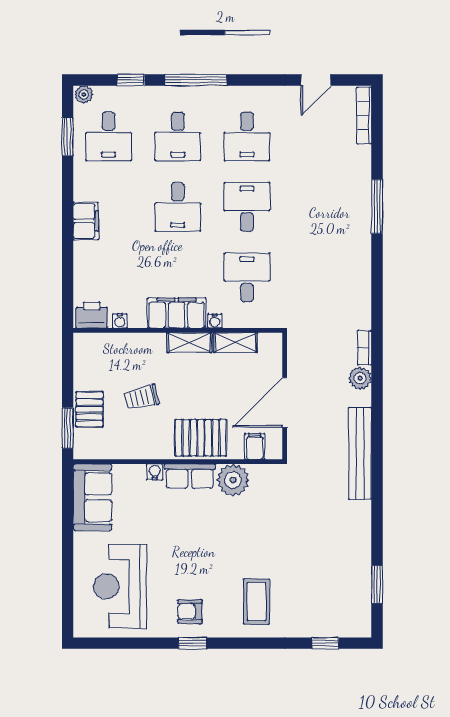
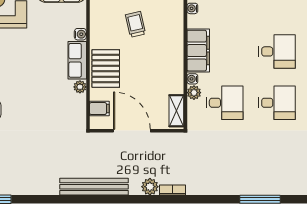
window: (377, 206) -> (260, 199), moved
desk: (178, 207) -> (277, 51), turned 180
plant: (233, 319) -> (194, 93), added
shelving: (235, 342) -> (176, 111), moved
shelving: (189, 343) -> (176, 60), removed
plant: (233, 480) -> (80, 87), width x0.53, depth x0.53

